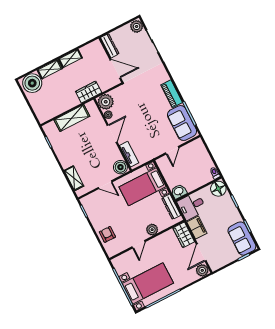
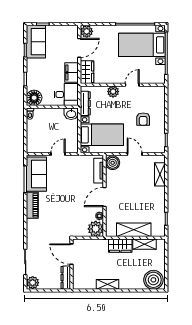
shelving: (50, 69) -> (144, 244), moved
wardrobe: (89, 92) -> (120, 246), moved
armchair: (107, 234) -> (143, 119), moved

